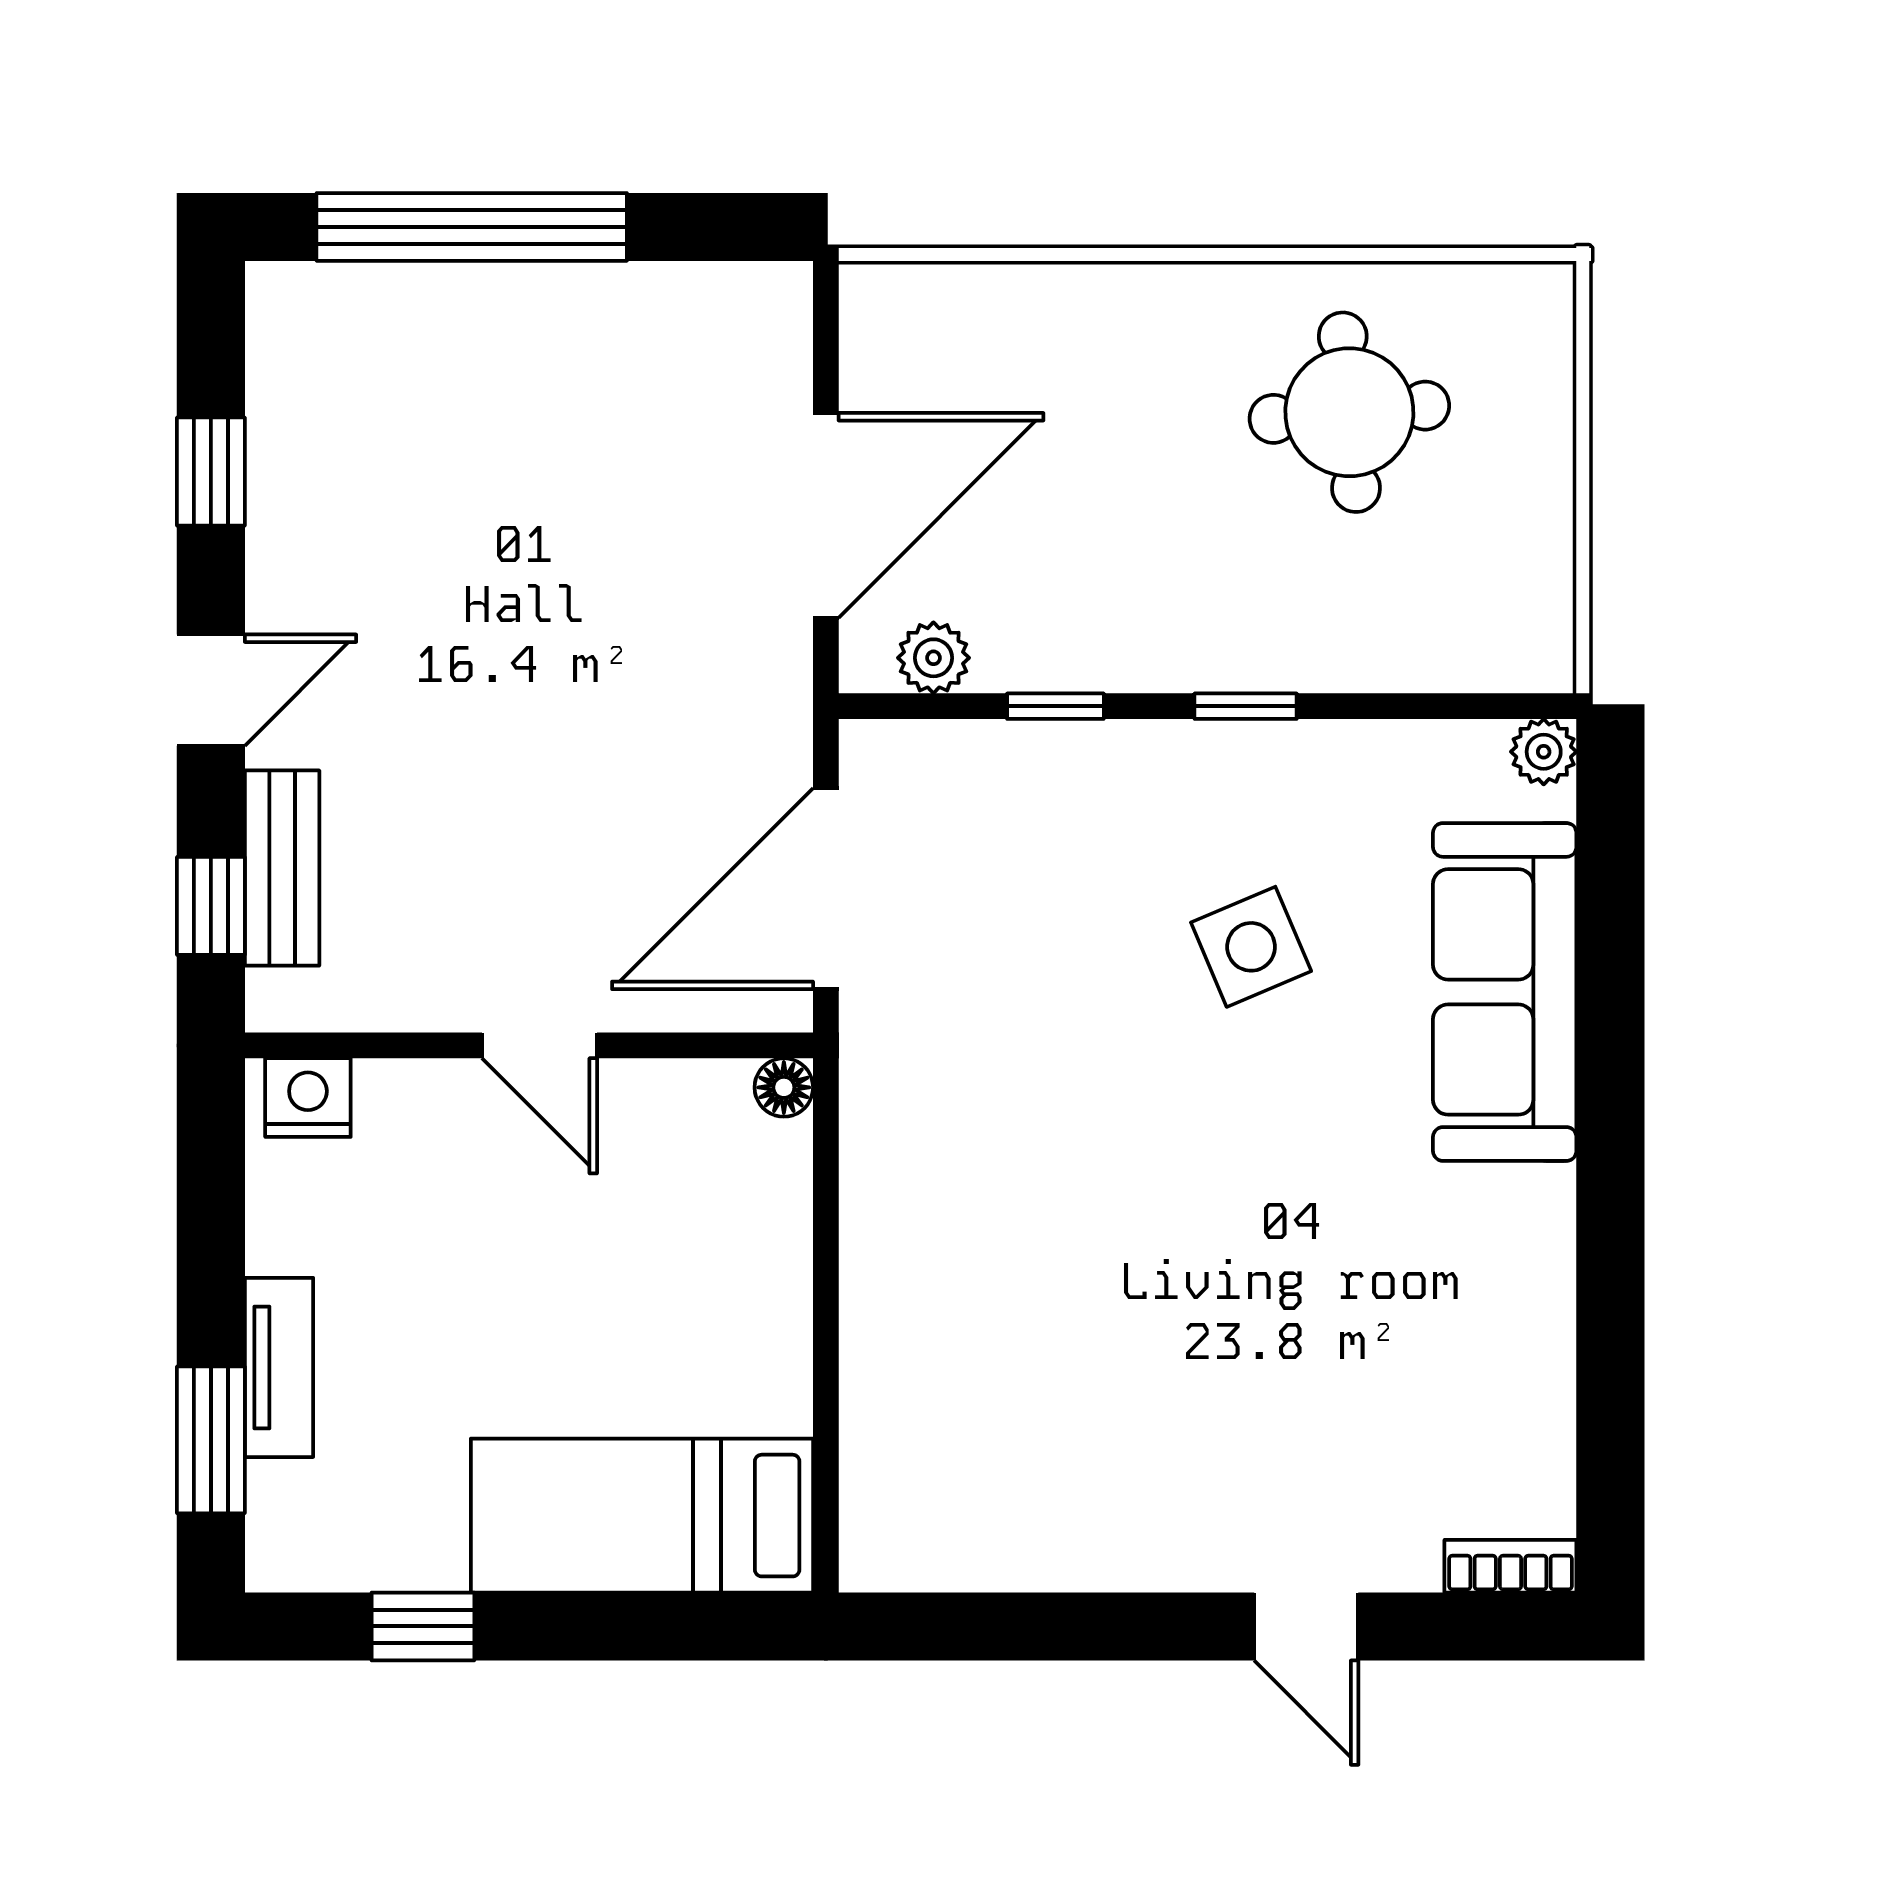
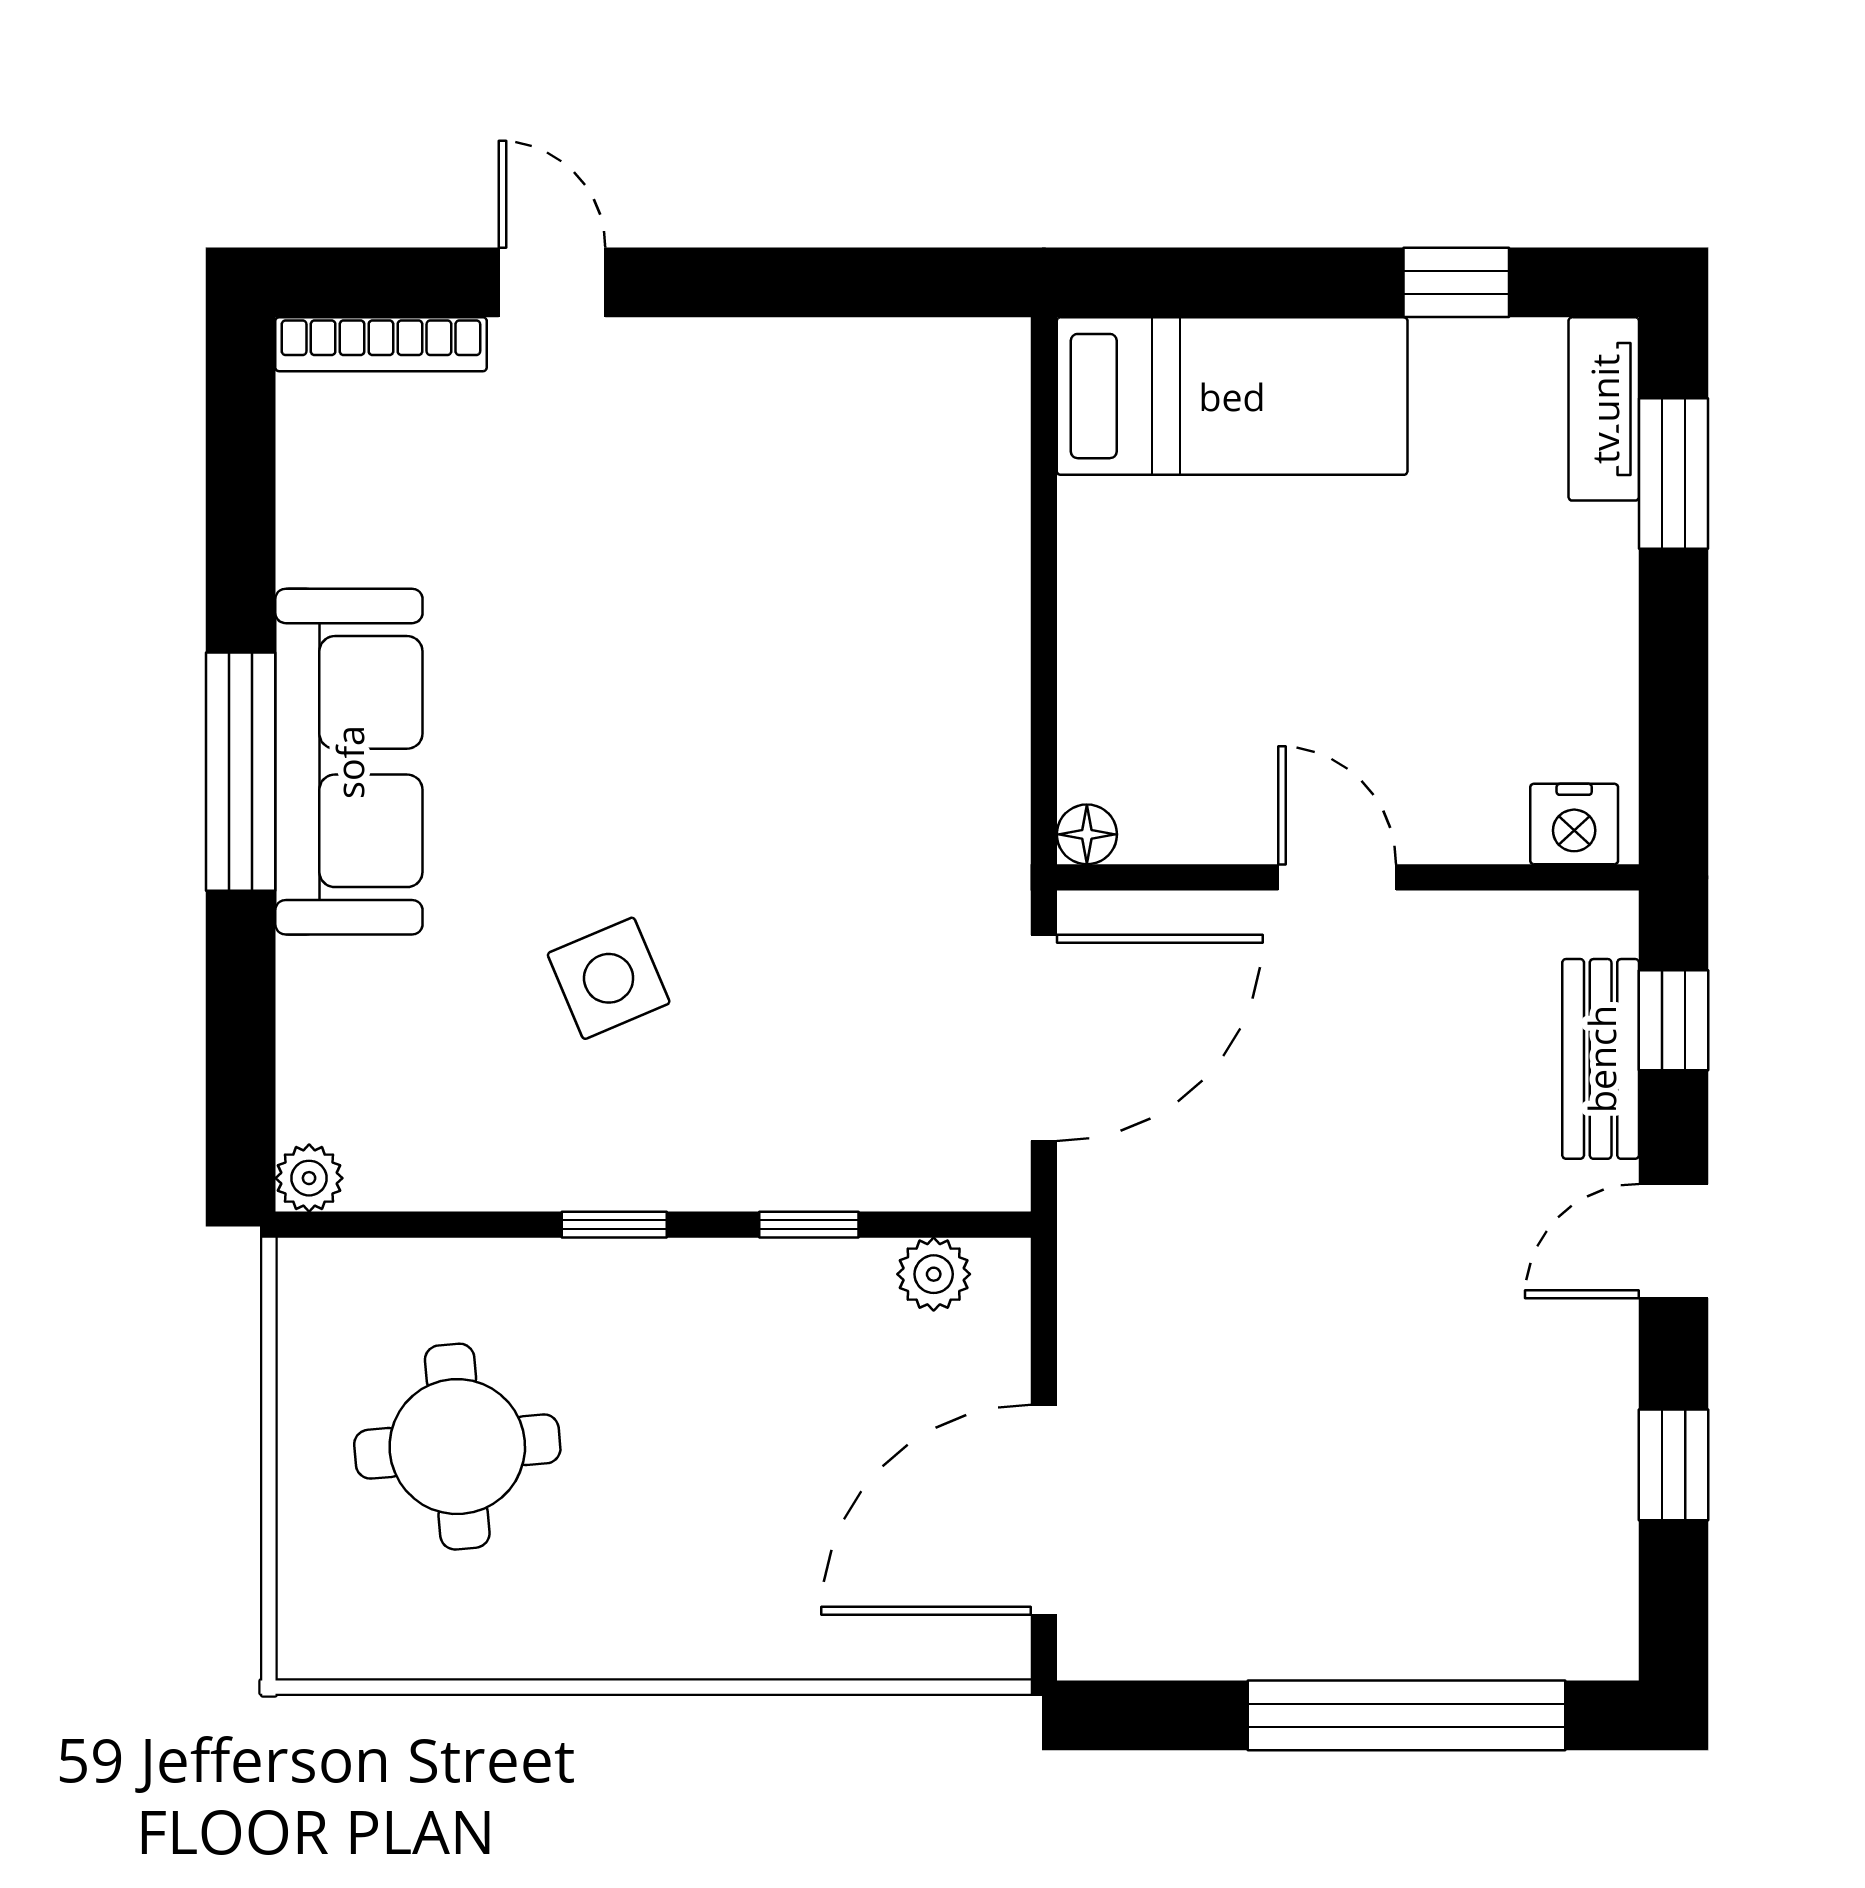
round table: (1349, 412) -> (457, 1447), moved
door: (826, 515) -> (1044, 1510), moved
sofa: (1505, 992) -> (349, 762), moved
window: (1610, 1149) -> (241, 772), added
tv unit: (279, 1367) -> (1604, 409), moved
bookcase: (1510, 1566) -> (381, 344), width x1.56

